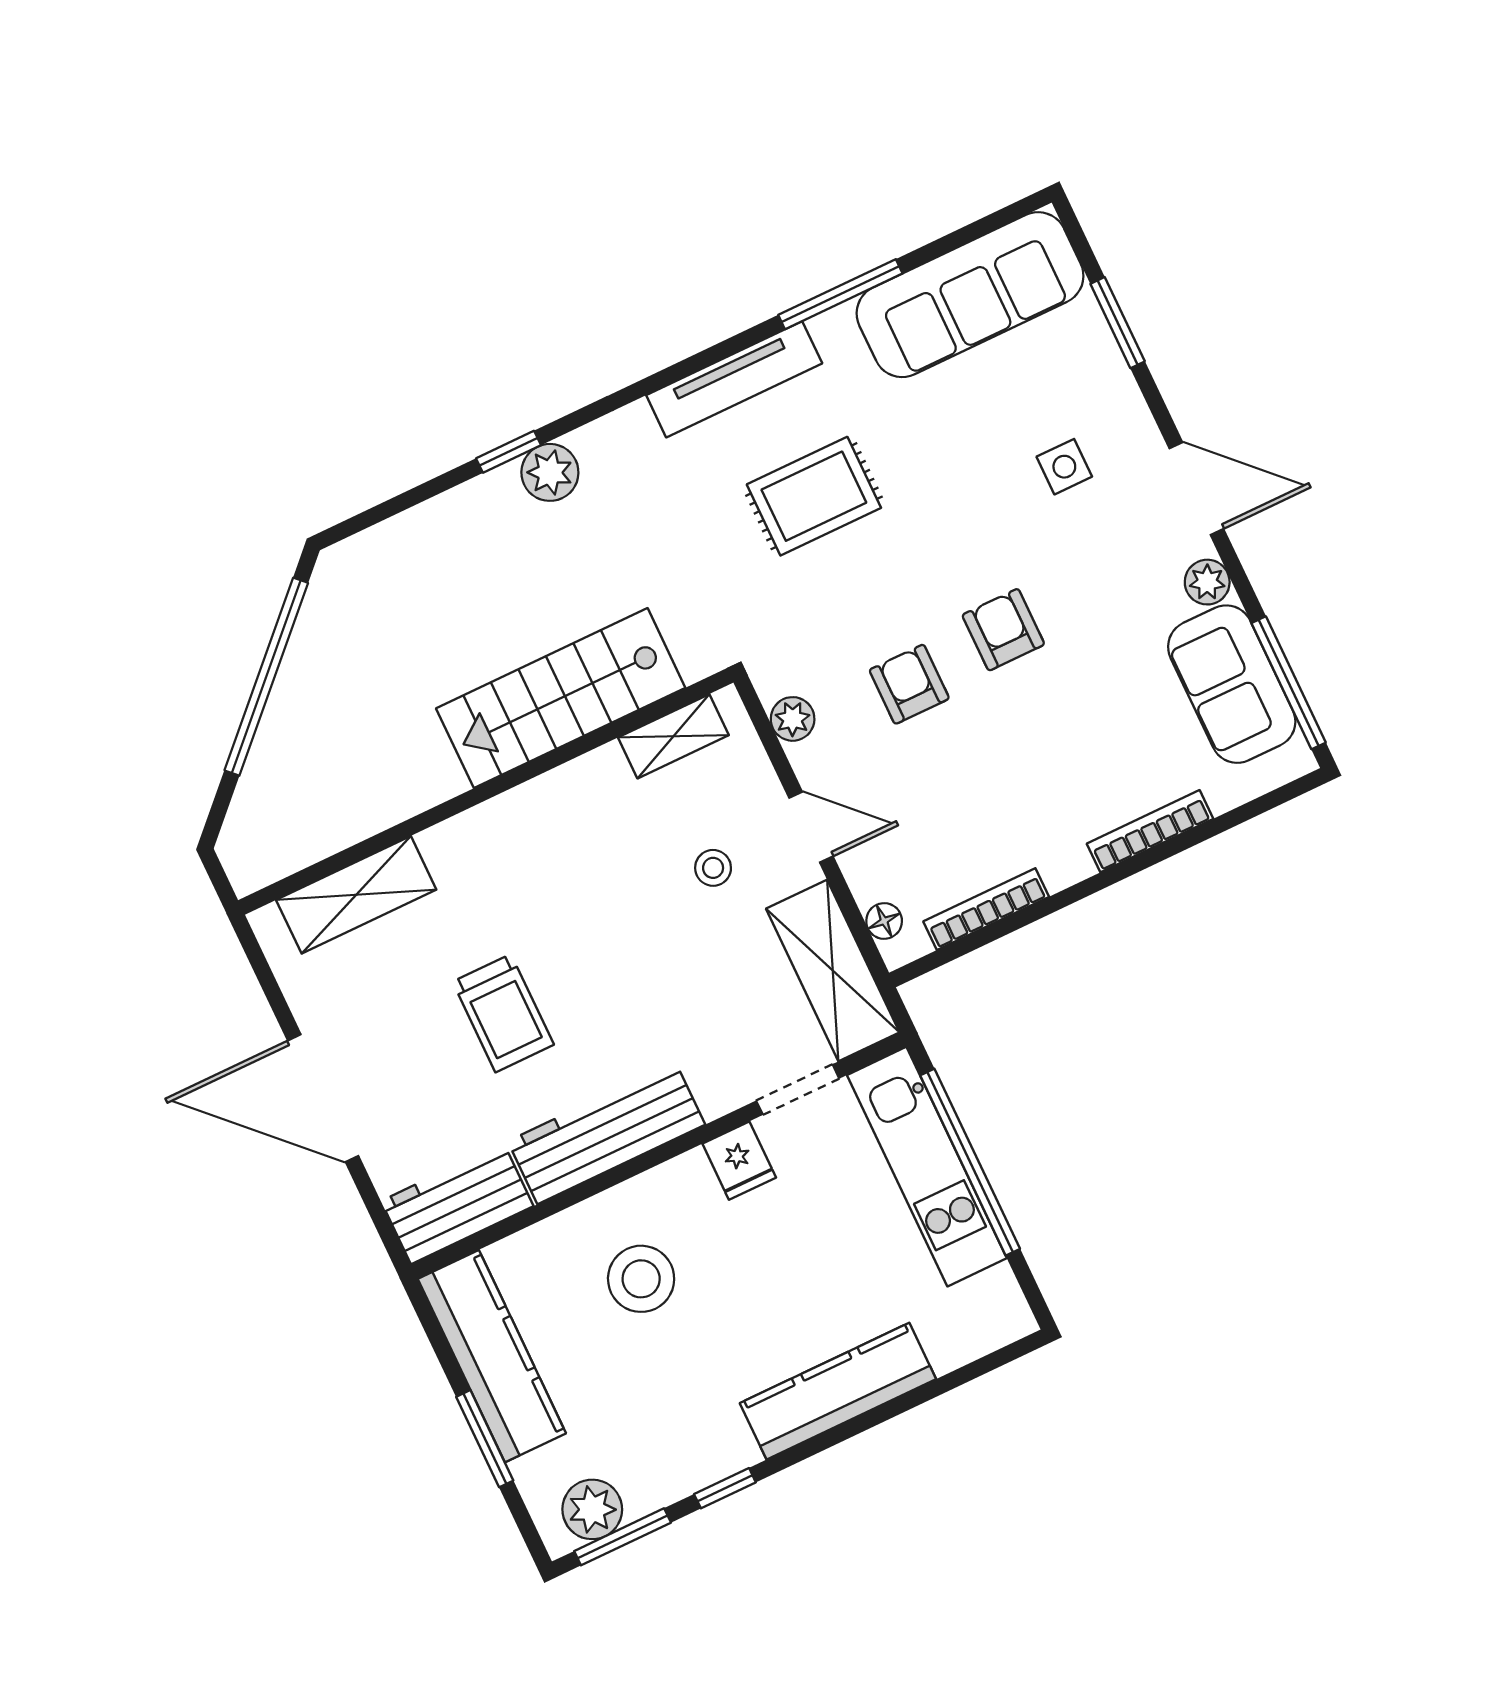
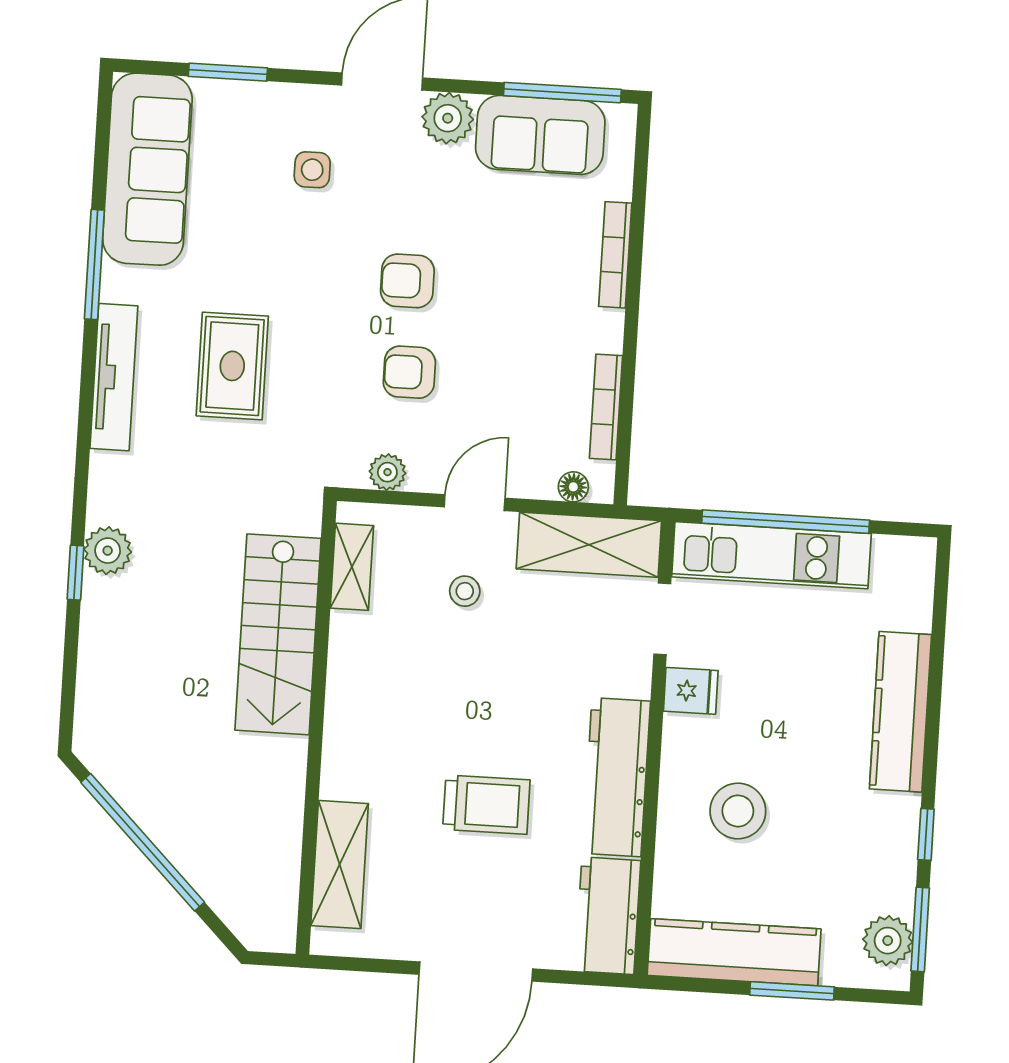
plant: (1207, 582) -> (448, 118), width x1.38, depth x1.38

